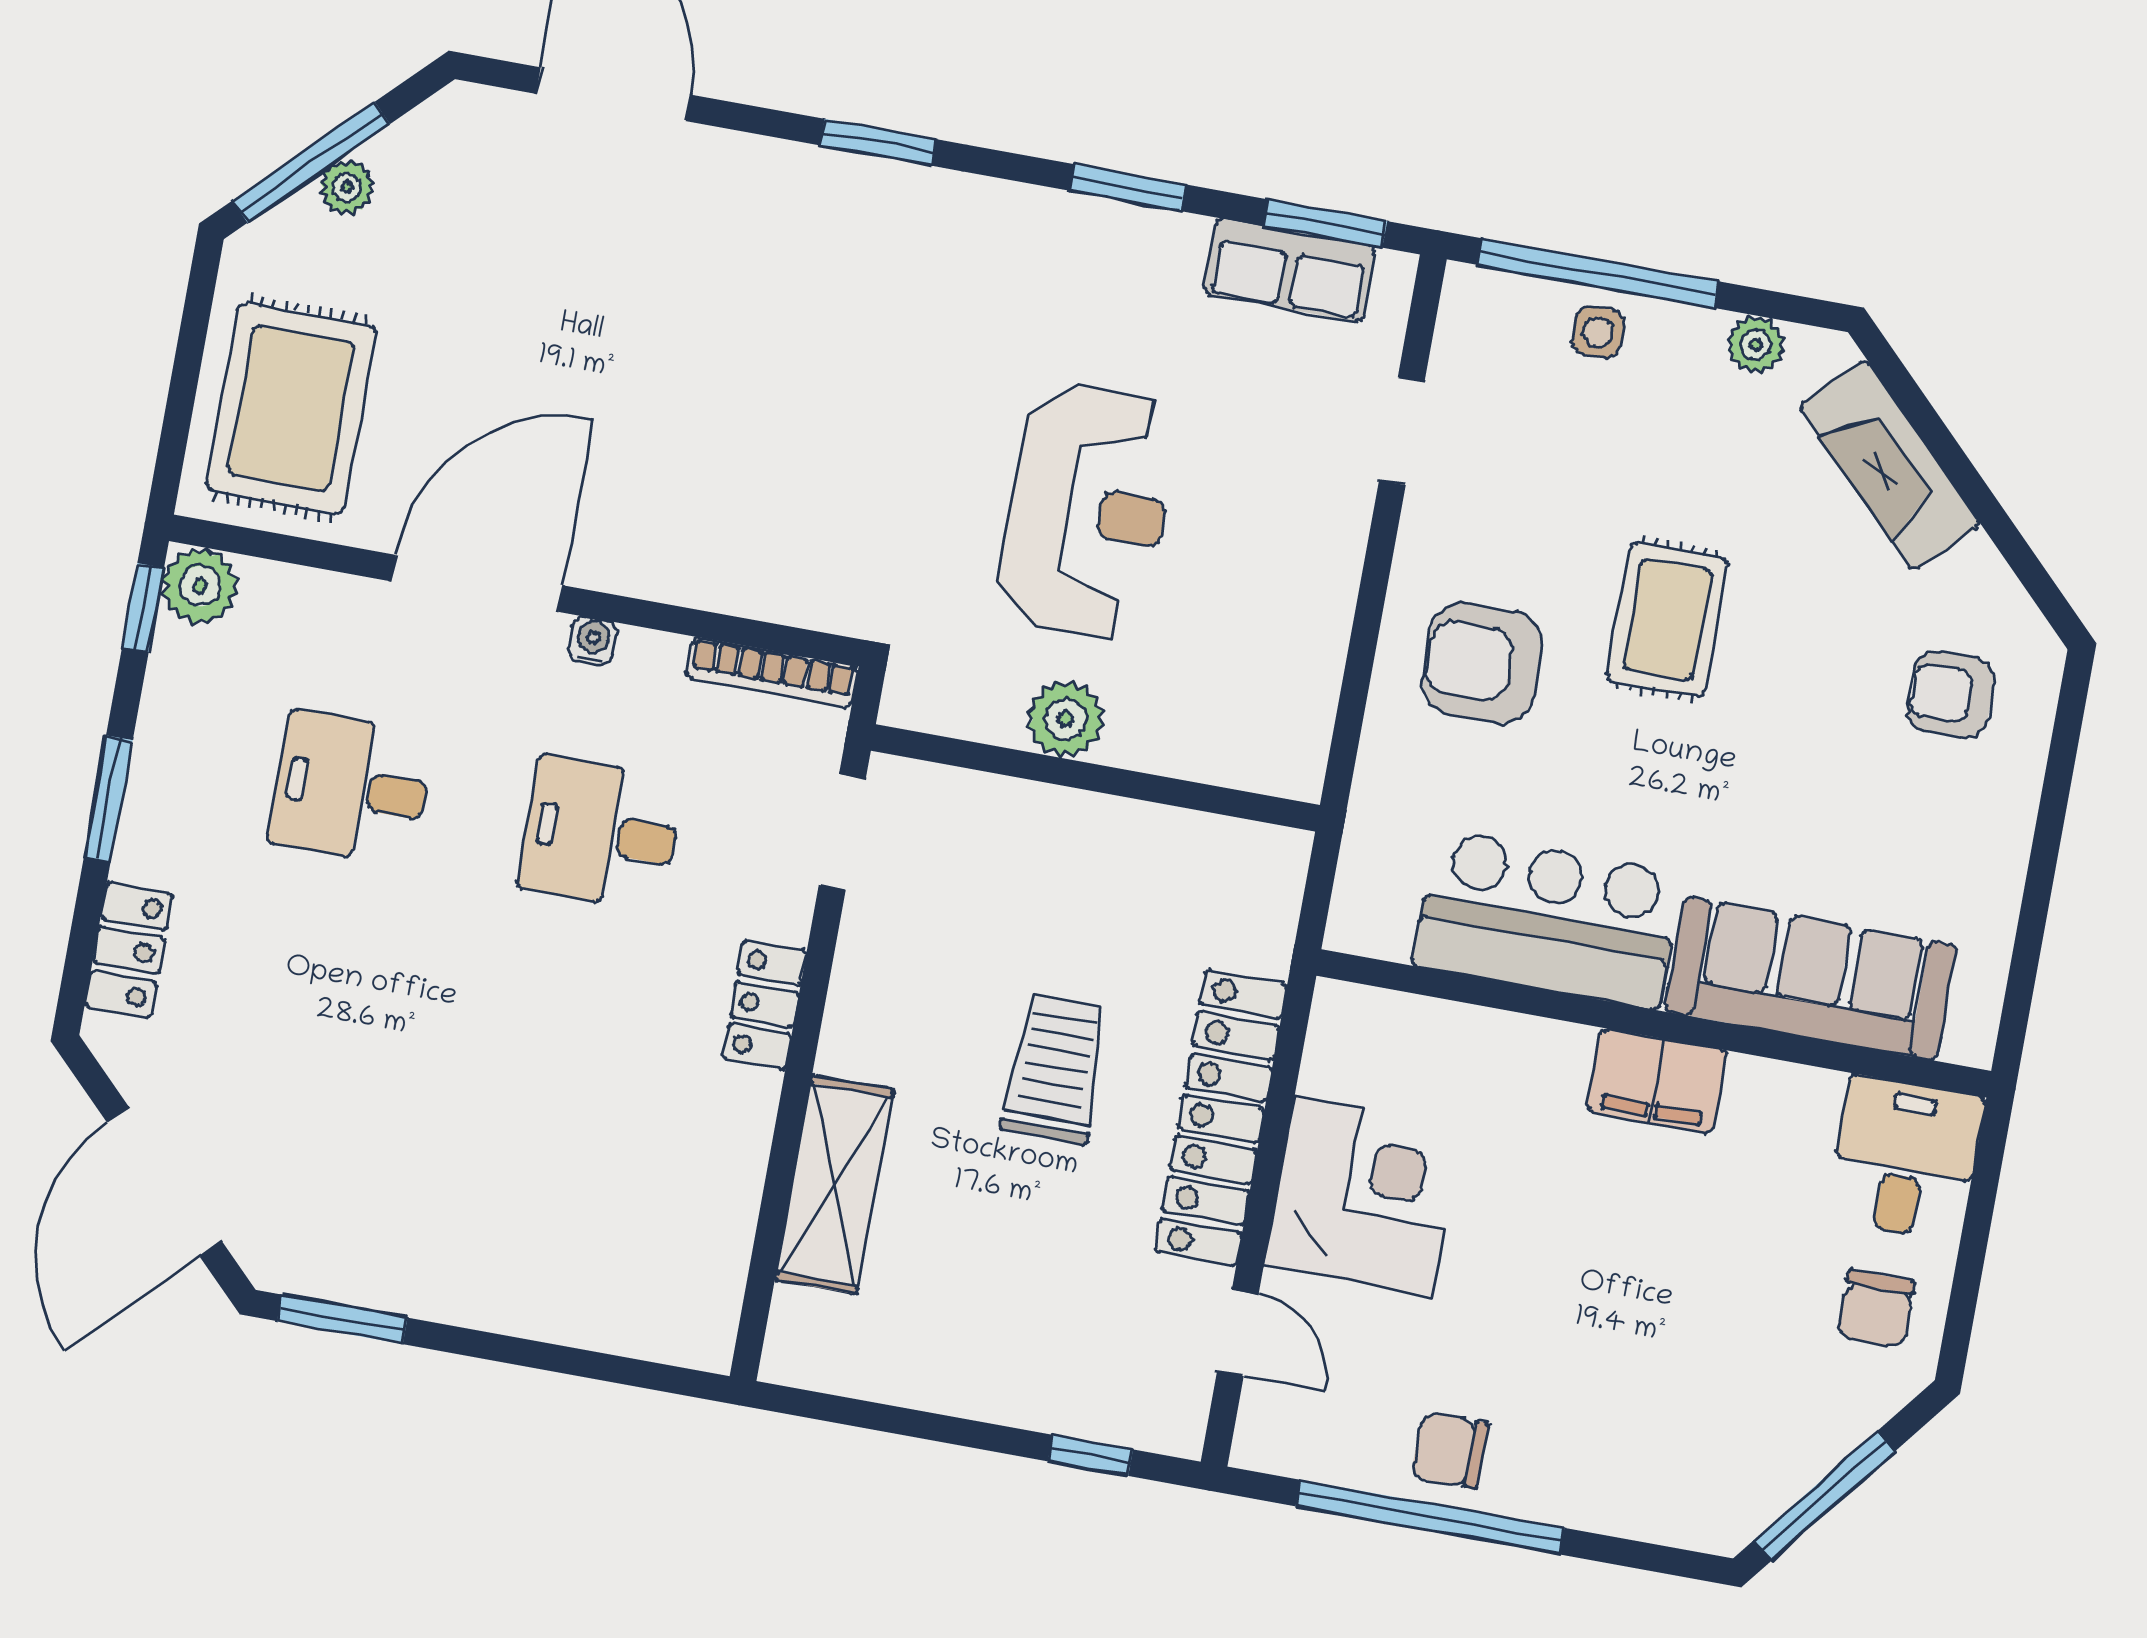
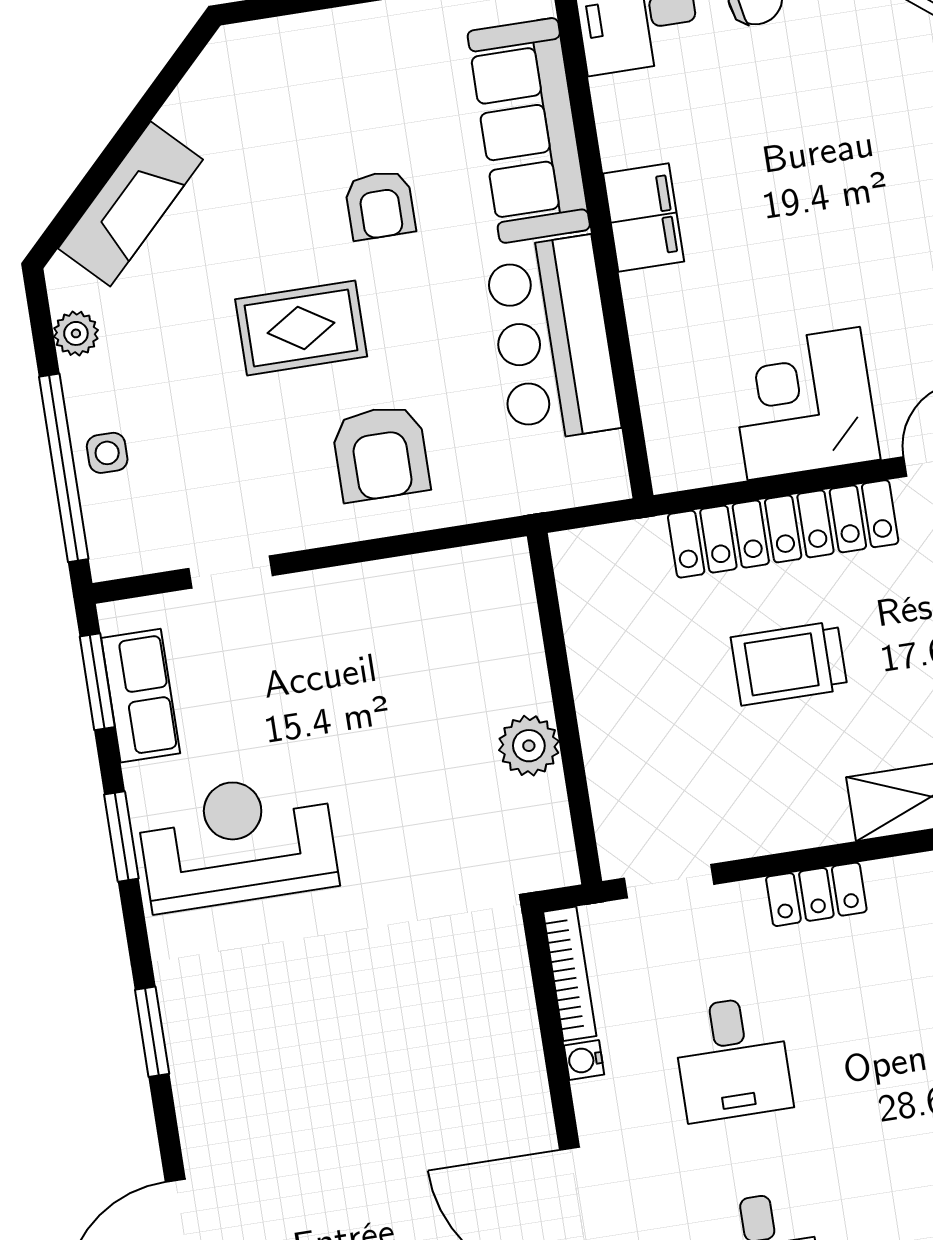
reception desk: (1088, 511) -> (237, 842), moved
water cooler: (593, 641) -> (584, 1060), moved
armchair: (1951, 695) -> (380, 205), moved

